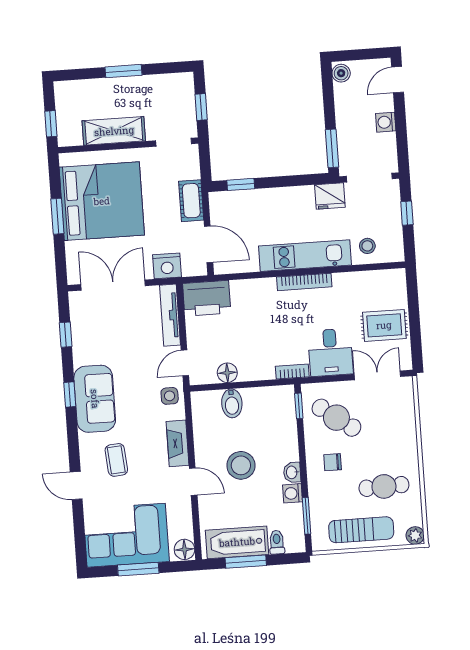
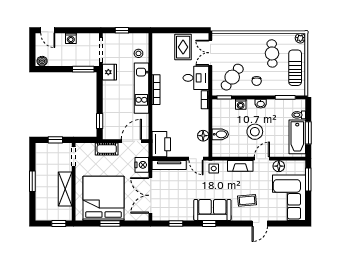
washing machine: (292, 493) -> (241, 104), moved
floor lamp: (184, 549) -> (279, 166), moved
window: (138, 569) -> (308, 180), moved

